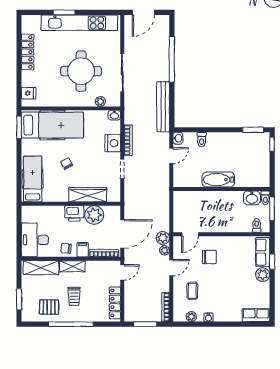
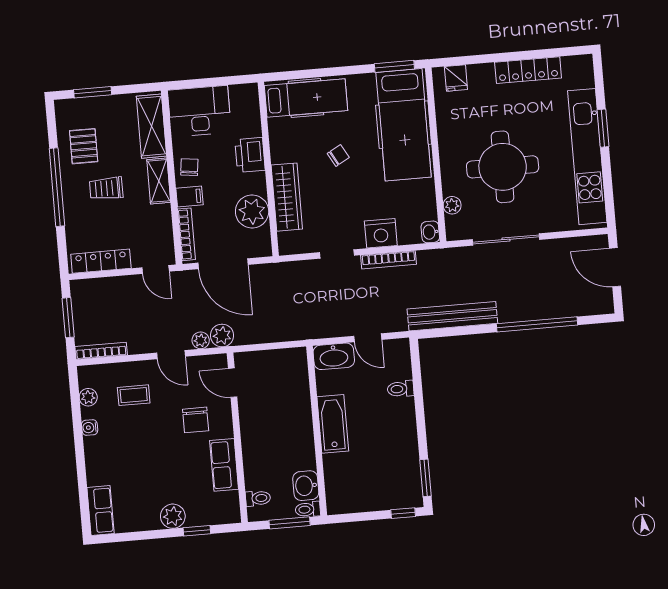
washbasin: (178, 138) -> (334, 356), moved, width x1.91, depth x1.45
printer: (74, 213) -> (250, 155), moved
row of seats: (263, 252) -> (224, 465), moved, turned -90

